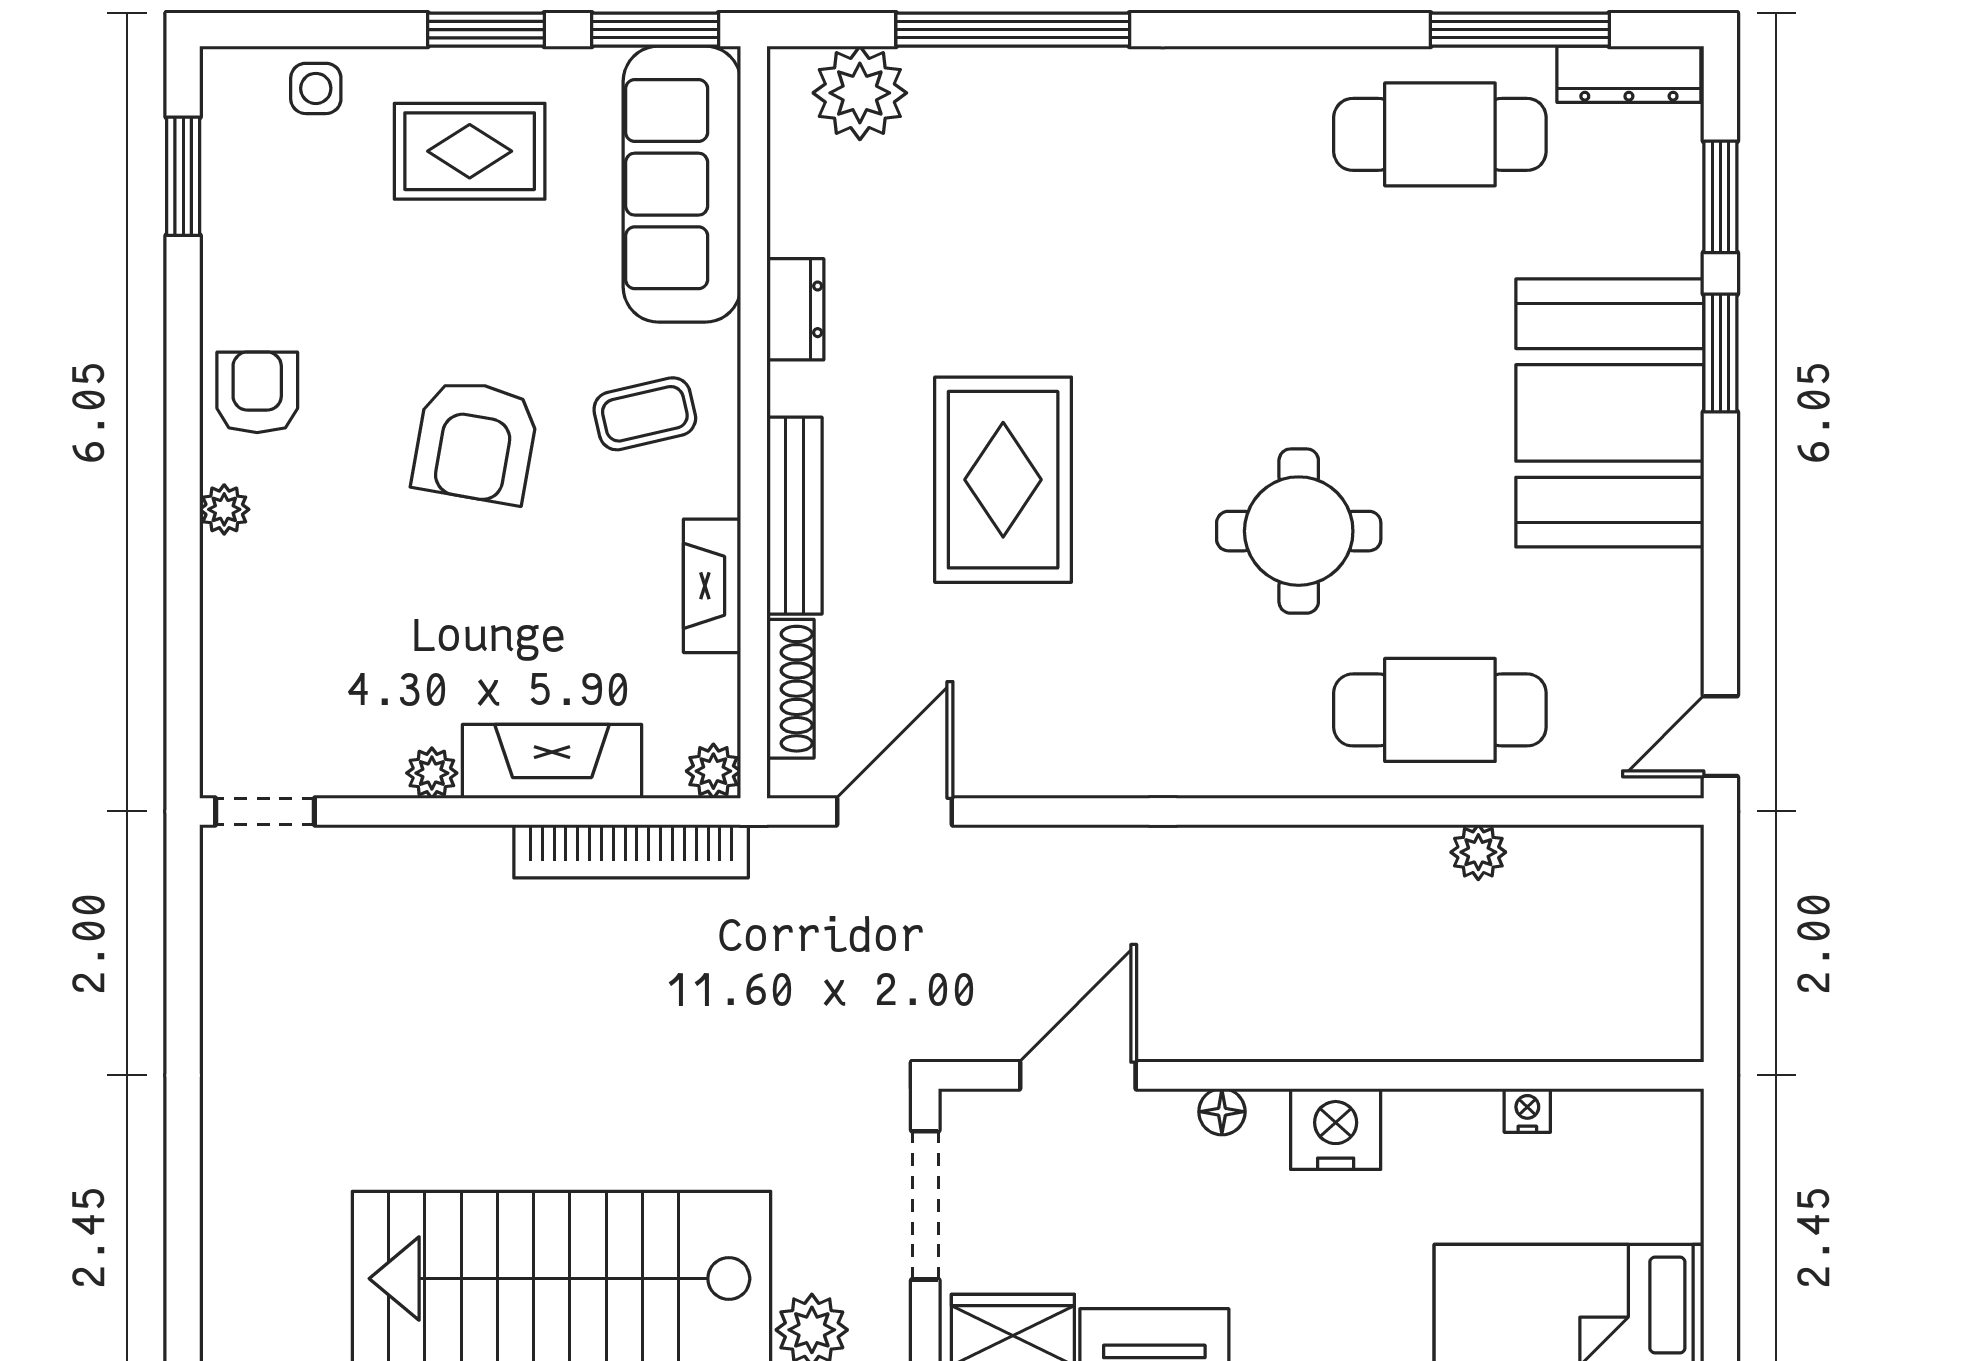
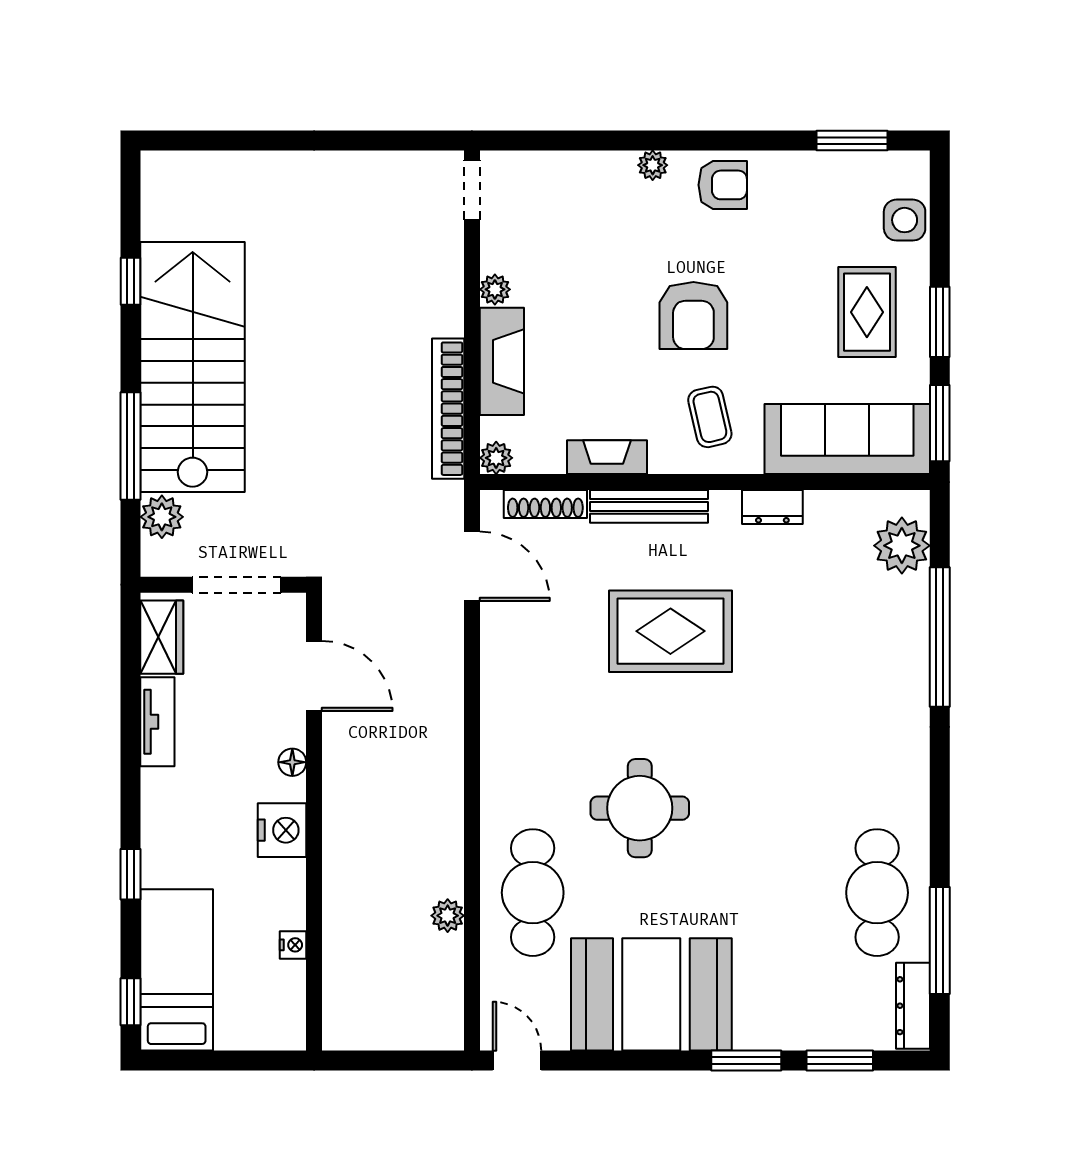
side table: (316, 88) -> (905, 220), width x1.37, depth x1.37
booth: (1610, 413) -> (651, 994), moved
armchair: (475, 441) -> (693, 315), turned -100

